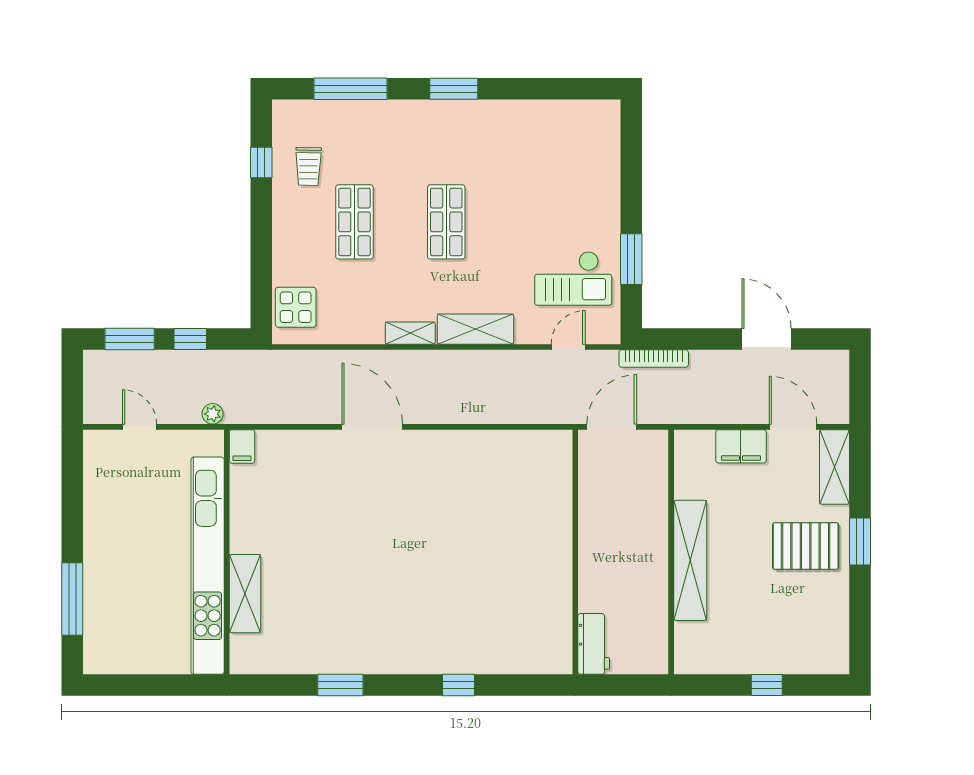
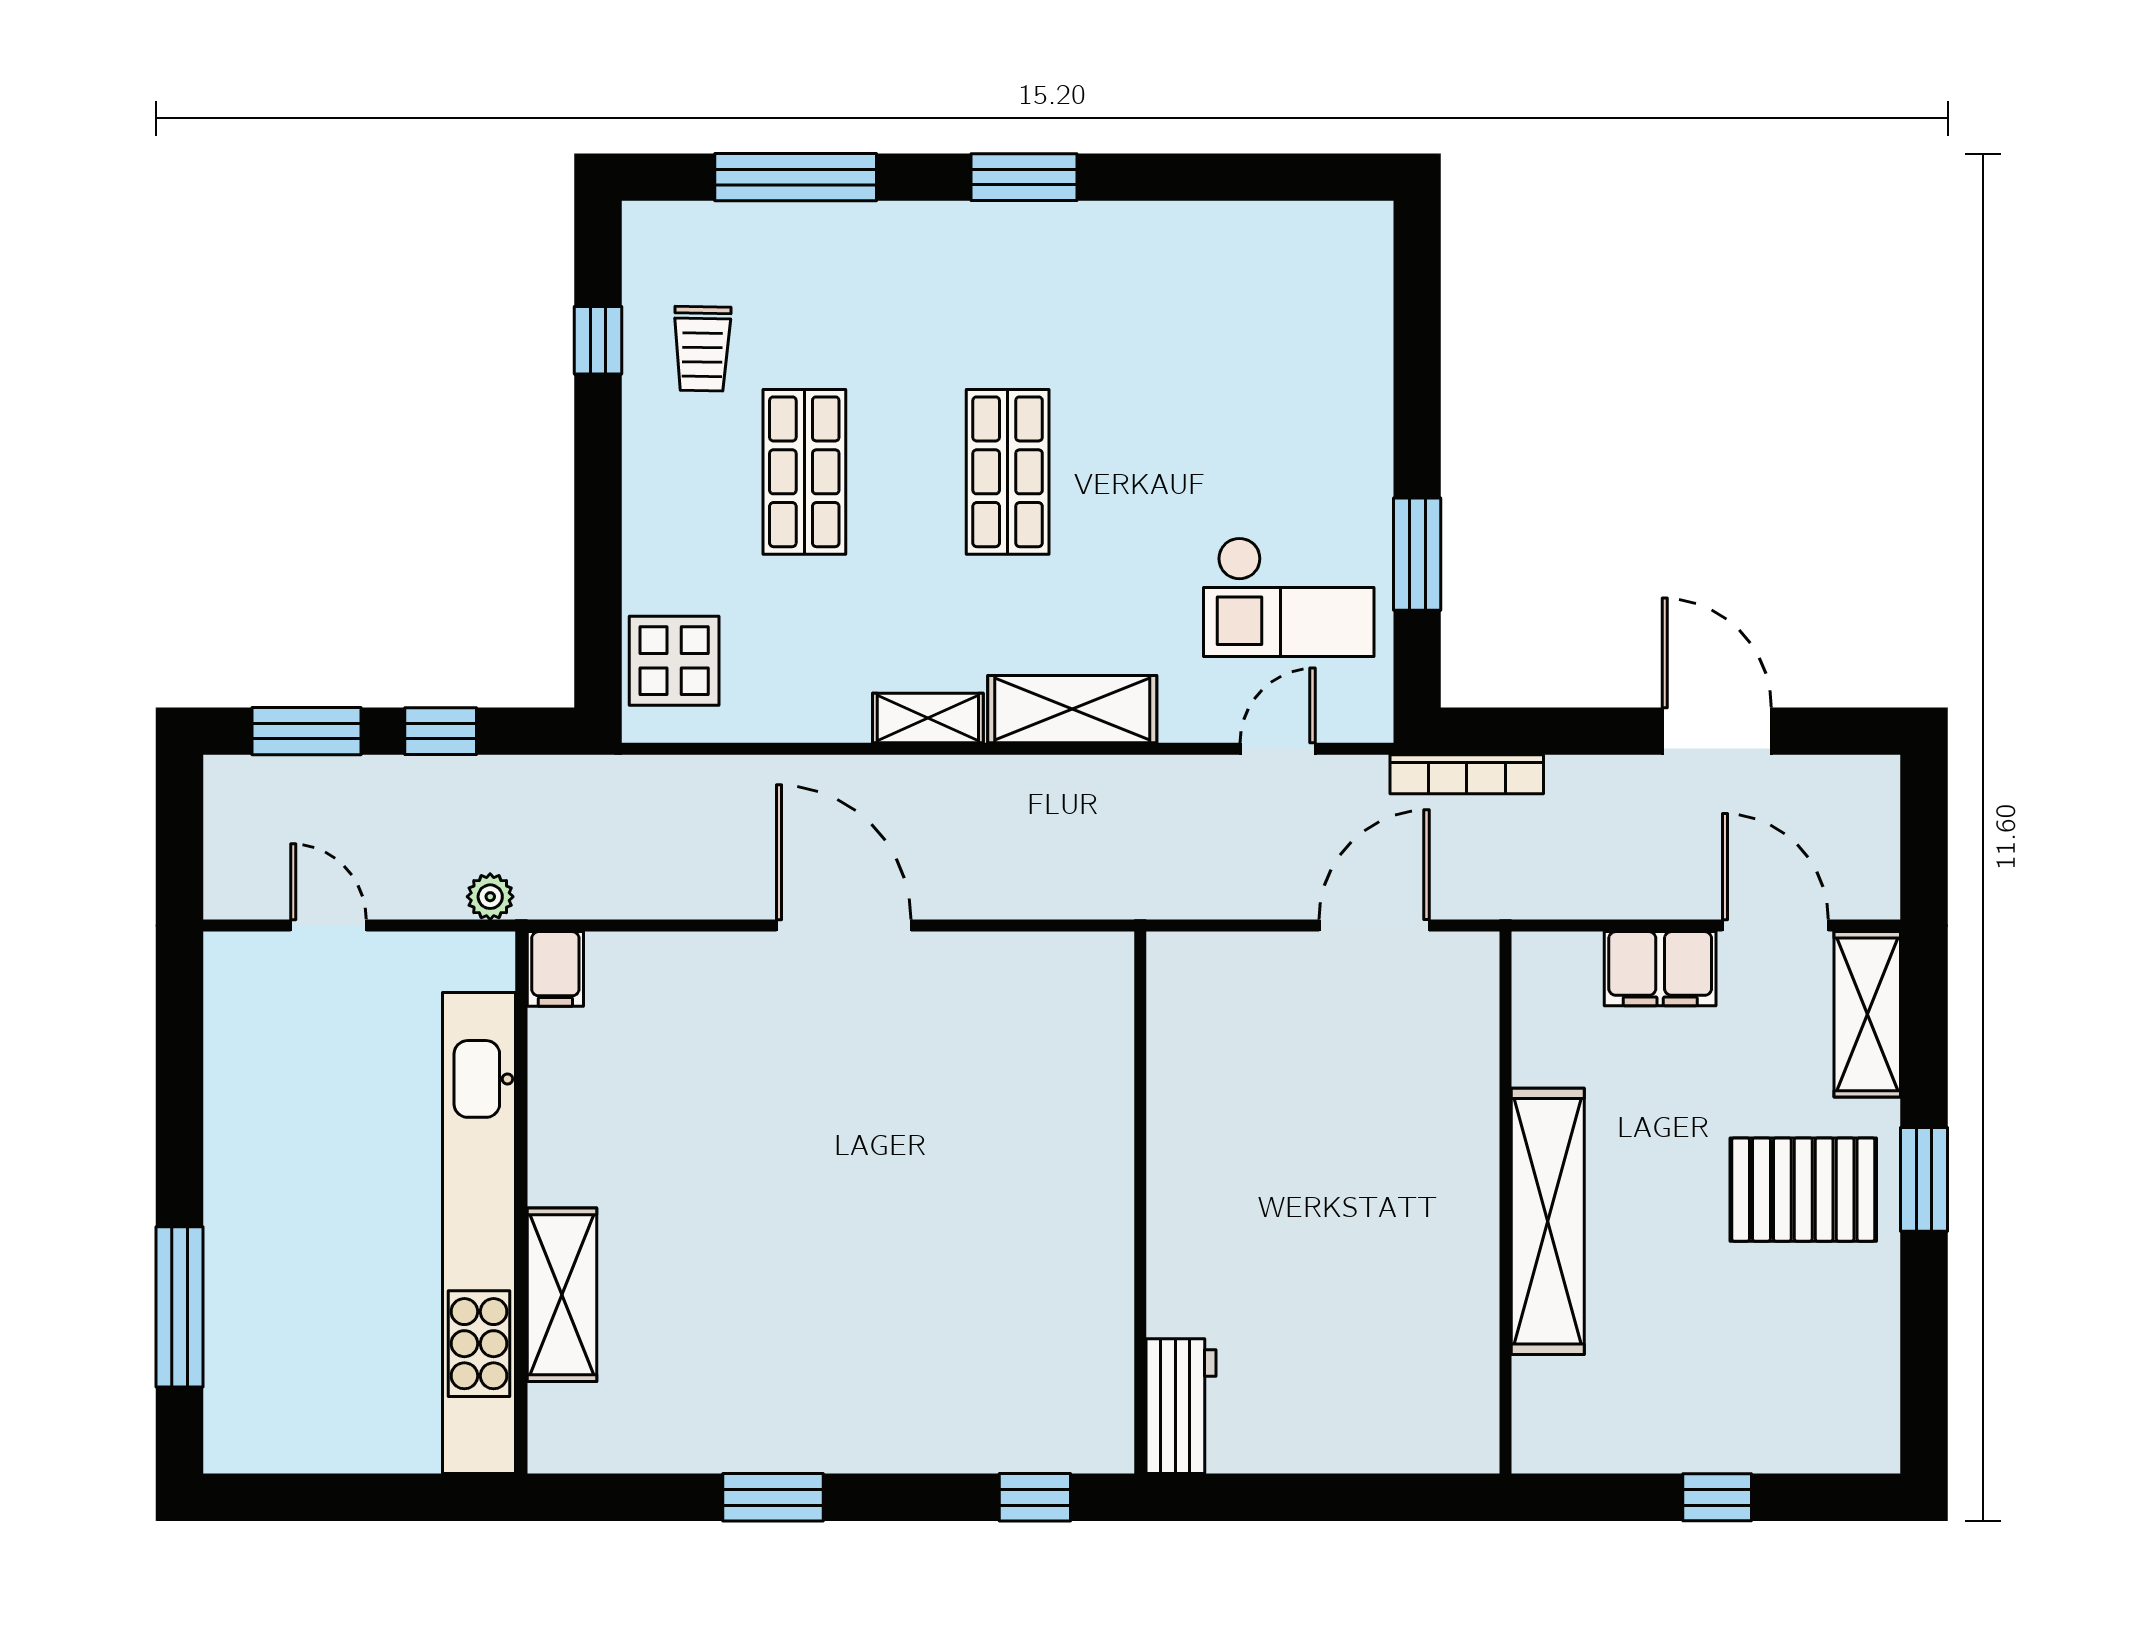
wall: (575, 552) -> (1140, 1203), moved
workbench: (594, 644) -> (1181, 1406), moved

